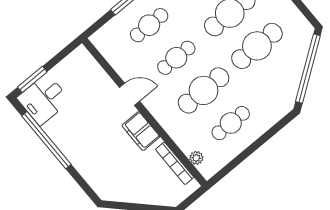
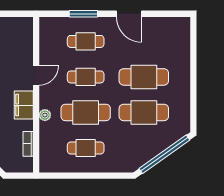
door: (129, 94) -> (36, 75), hinge flipped
plant: (196, 158) -> (45, 115), moved
bookcase: (175, 163) -> (28, 144), width x0.64

